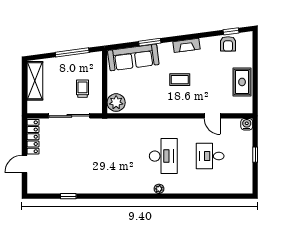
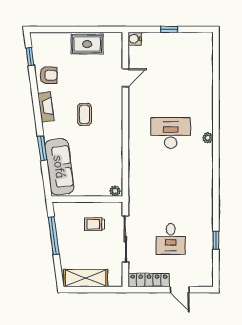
armchair: (228, 44) -> (49, 75), moved
plant: (116, 103) -> (115, 191), width x0.53, depth x0.53
desk: (210, 156) -> (171, 239), moved

